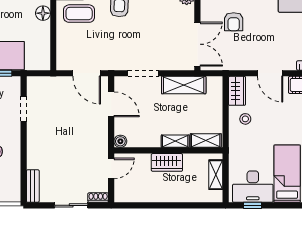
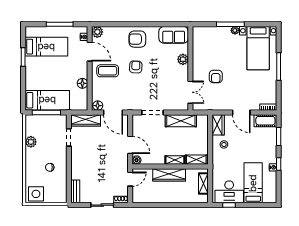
floor lamp: (43, 13) -> (82, 83), moved
double door: (197, 44) -> (190, 92), width x0.73
floor lamp: (65, 63) -> (98, 106), added
wardrobe: (48, 84) -> (86, 120), added
door: (111, 104) -> (130, 145), moved
wardrobe: (167, 162) -> (169, 175), width x1.50

